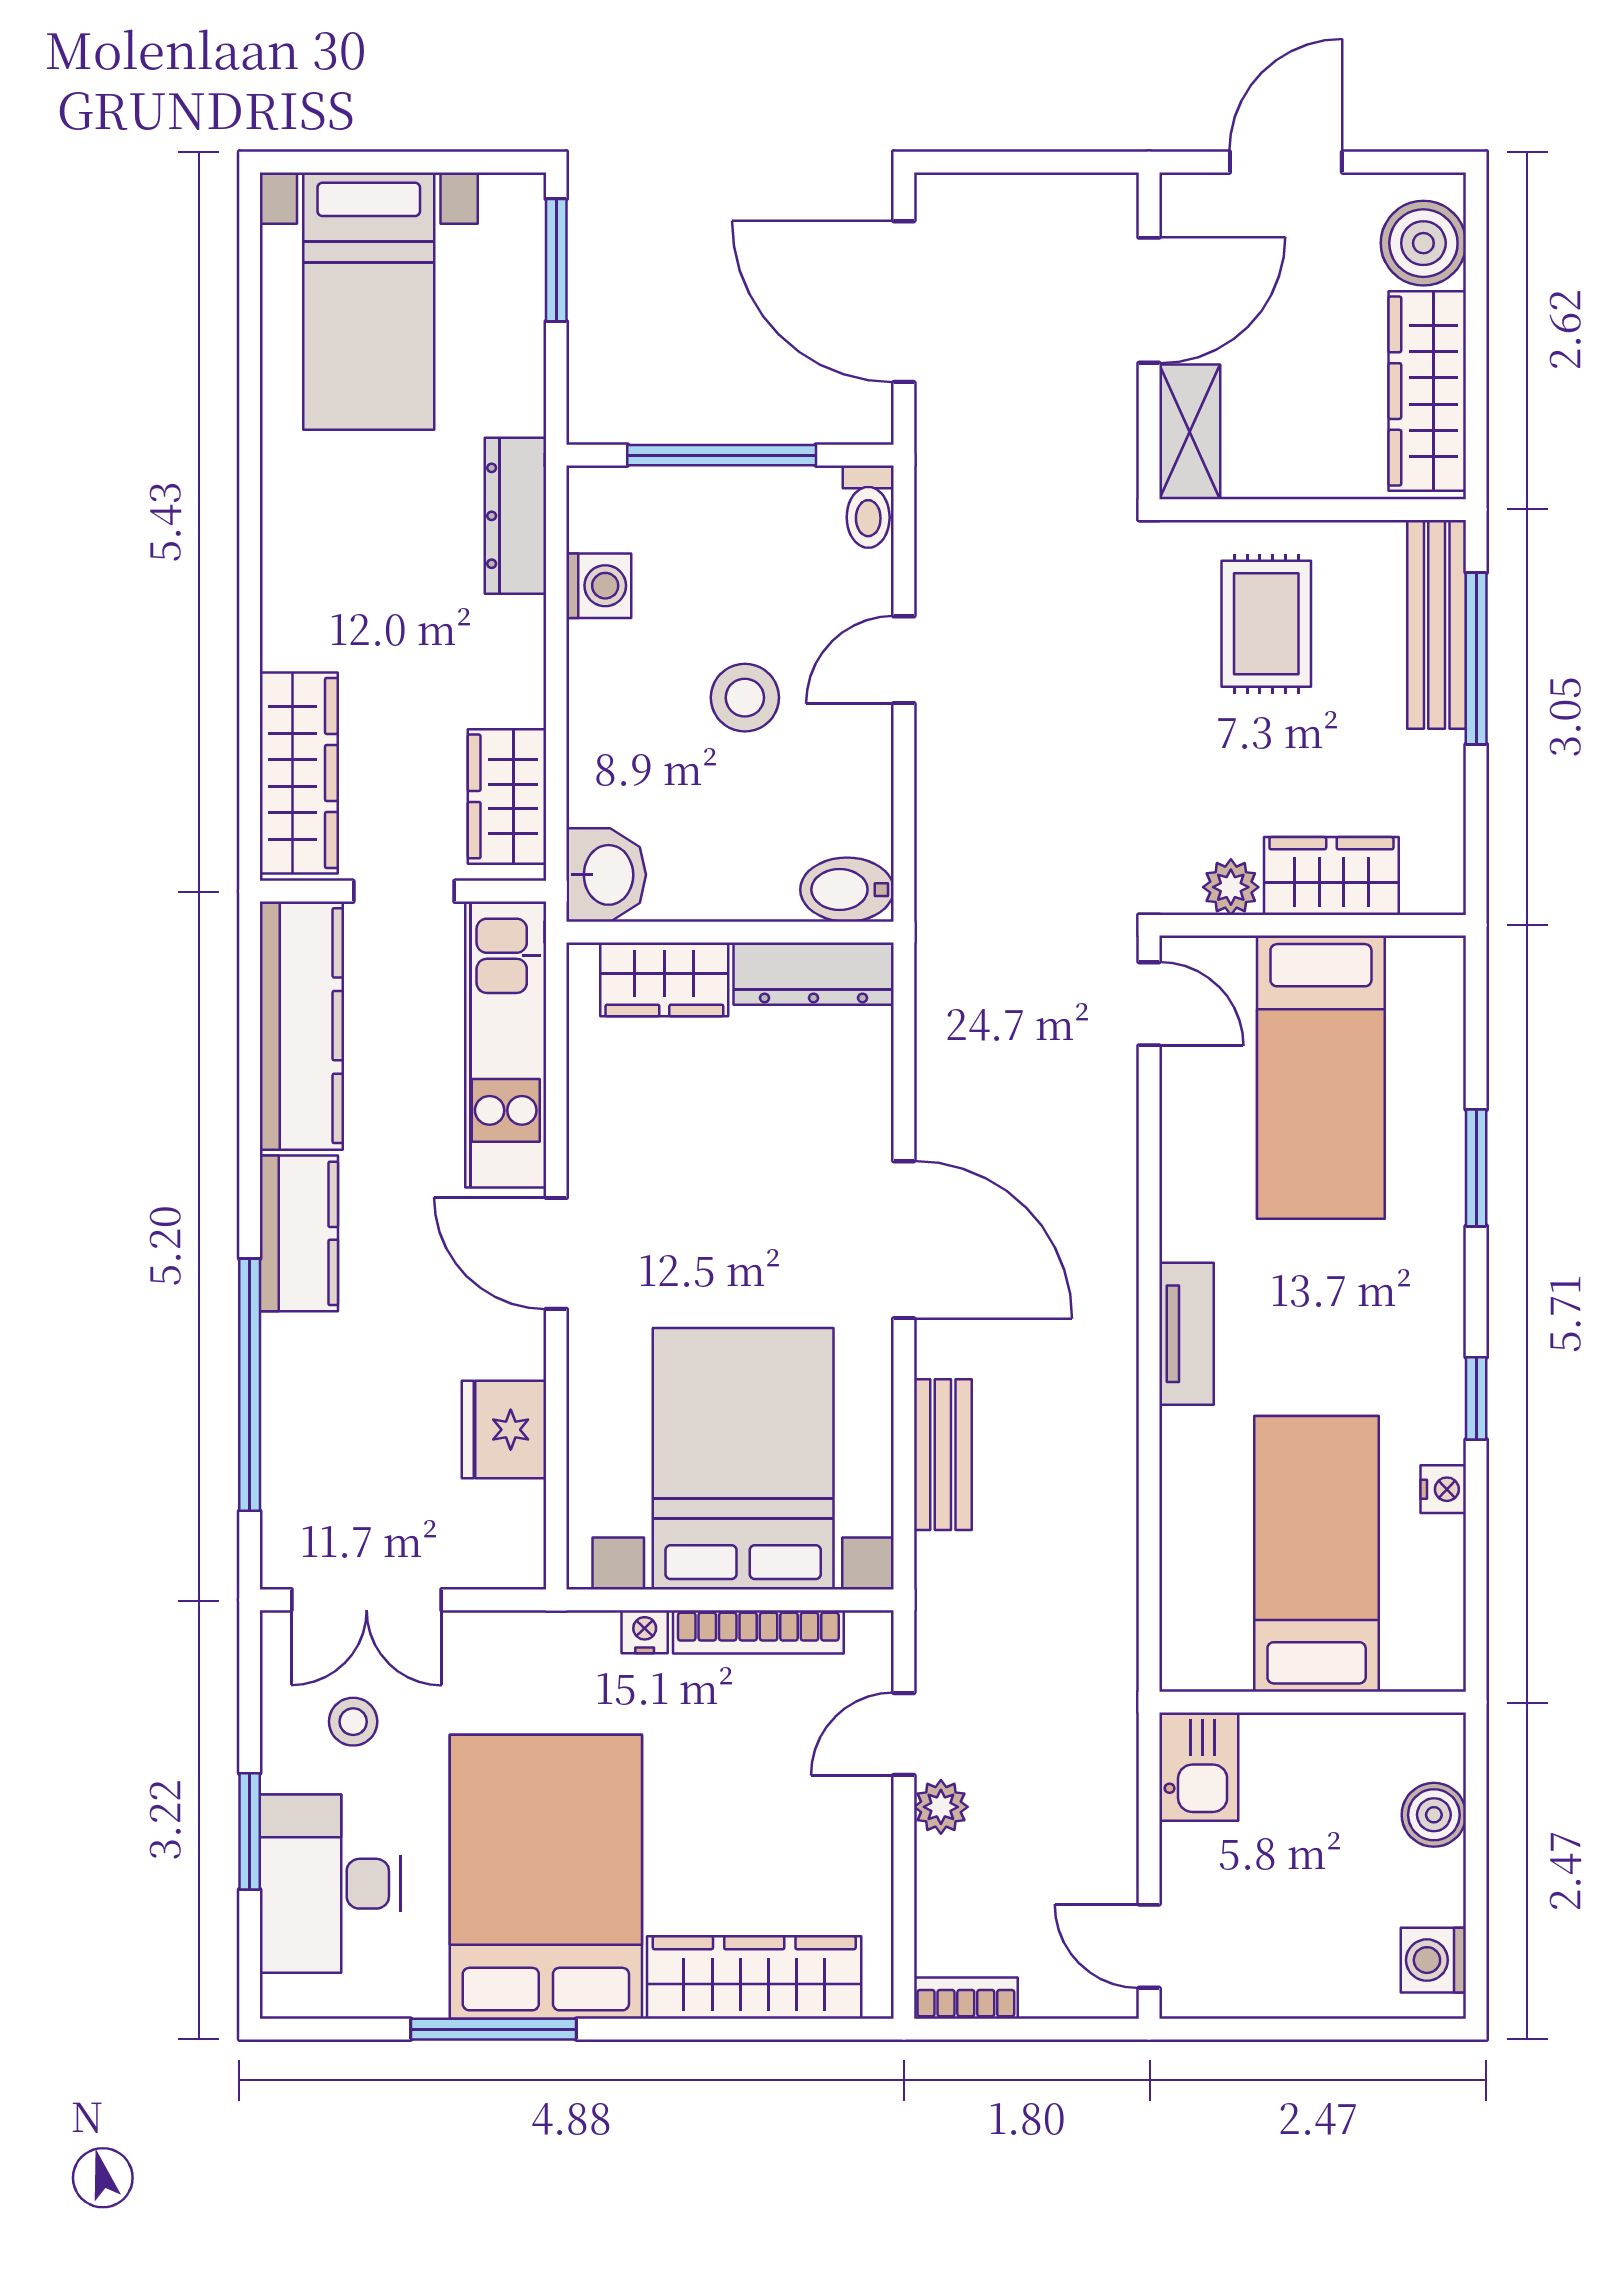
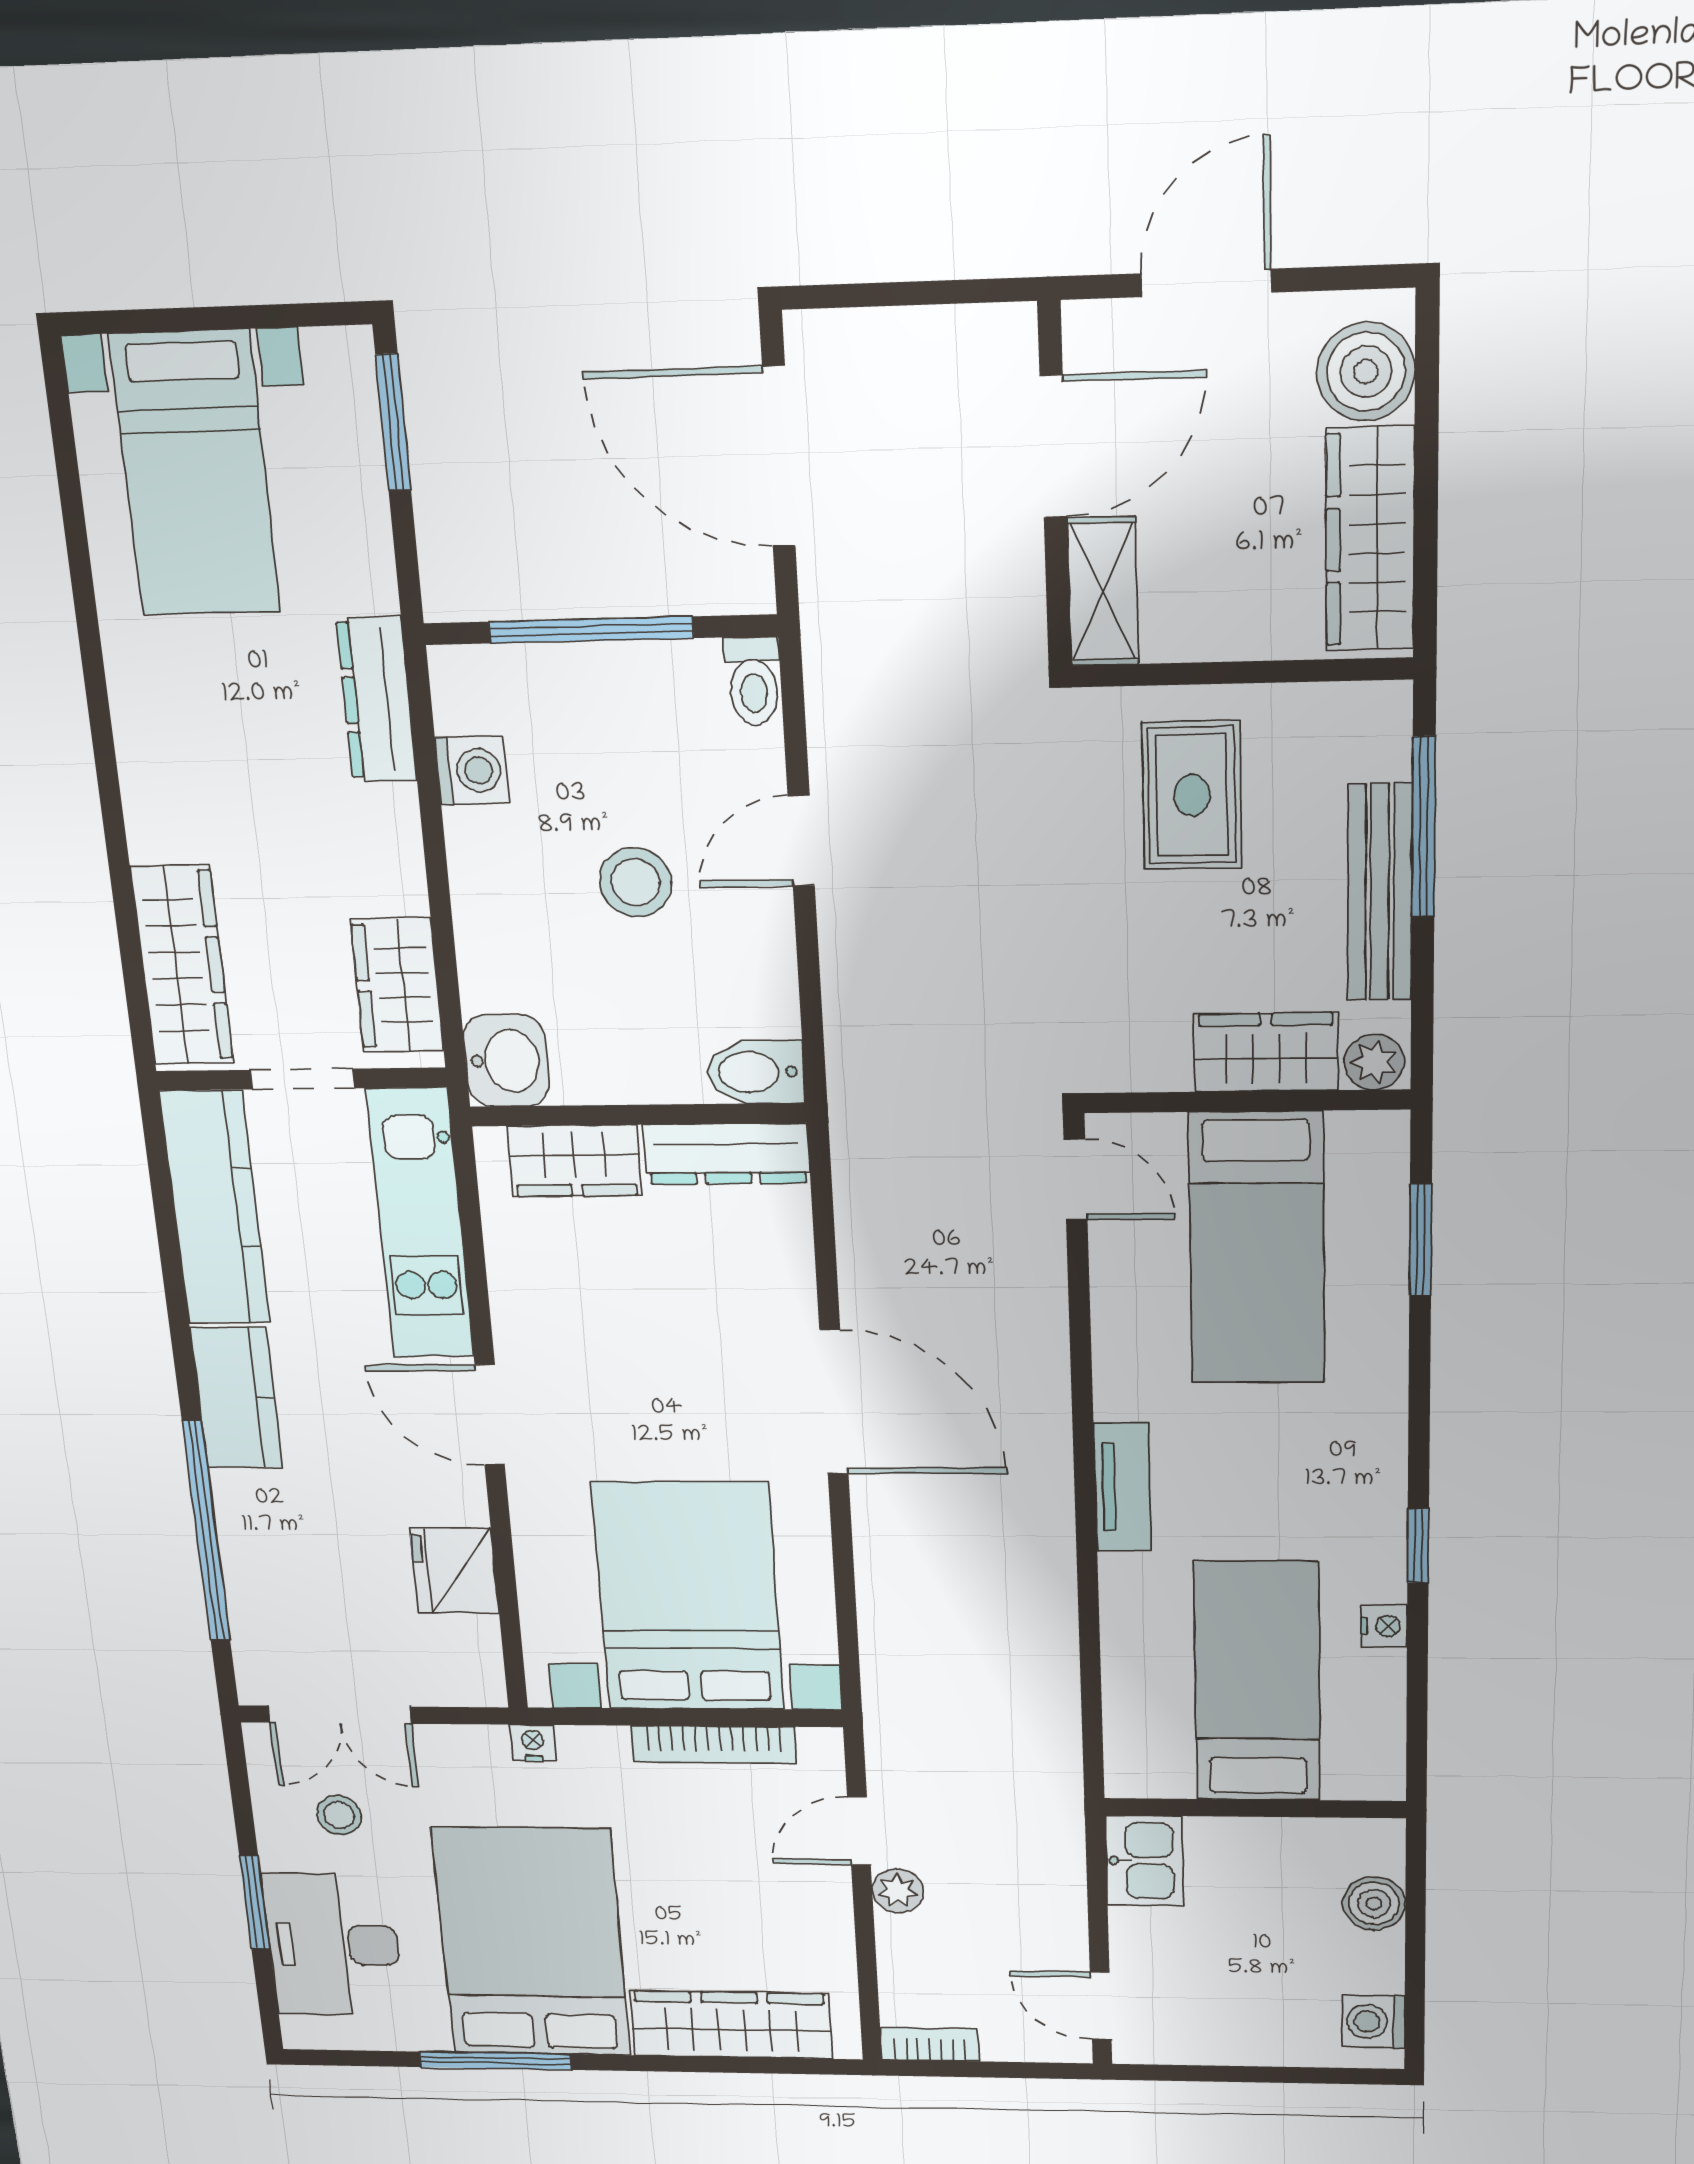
bench: (1437, 624) -> (1380, 893), moved
plant: (1231, 887) -> (1374, 1062), moved
window: (1476, 1168) -> (1420, 1240), moved
bench: (943, 1455) -> (884, 1594), removed
nightstand: (645, 1632) -> (533, 1743), moved

